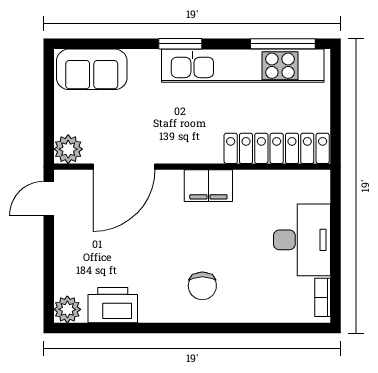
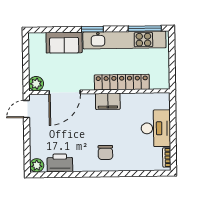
sofa: (92, 69) -> (64, 43), moved
locker: (277, 148) -> (122, 82), moved

